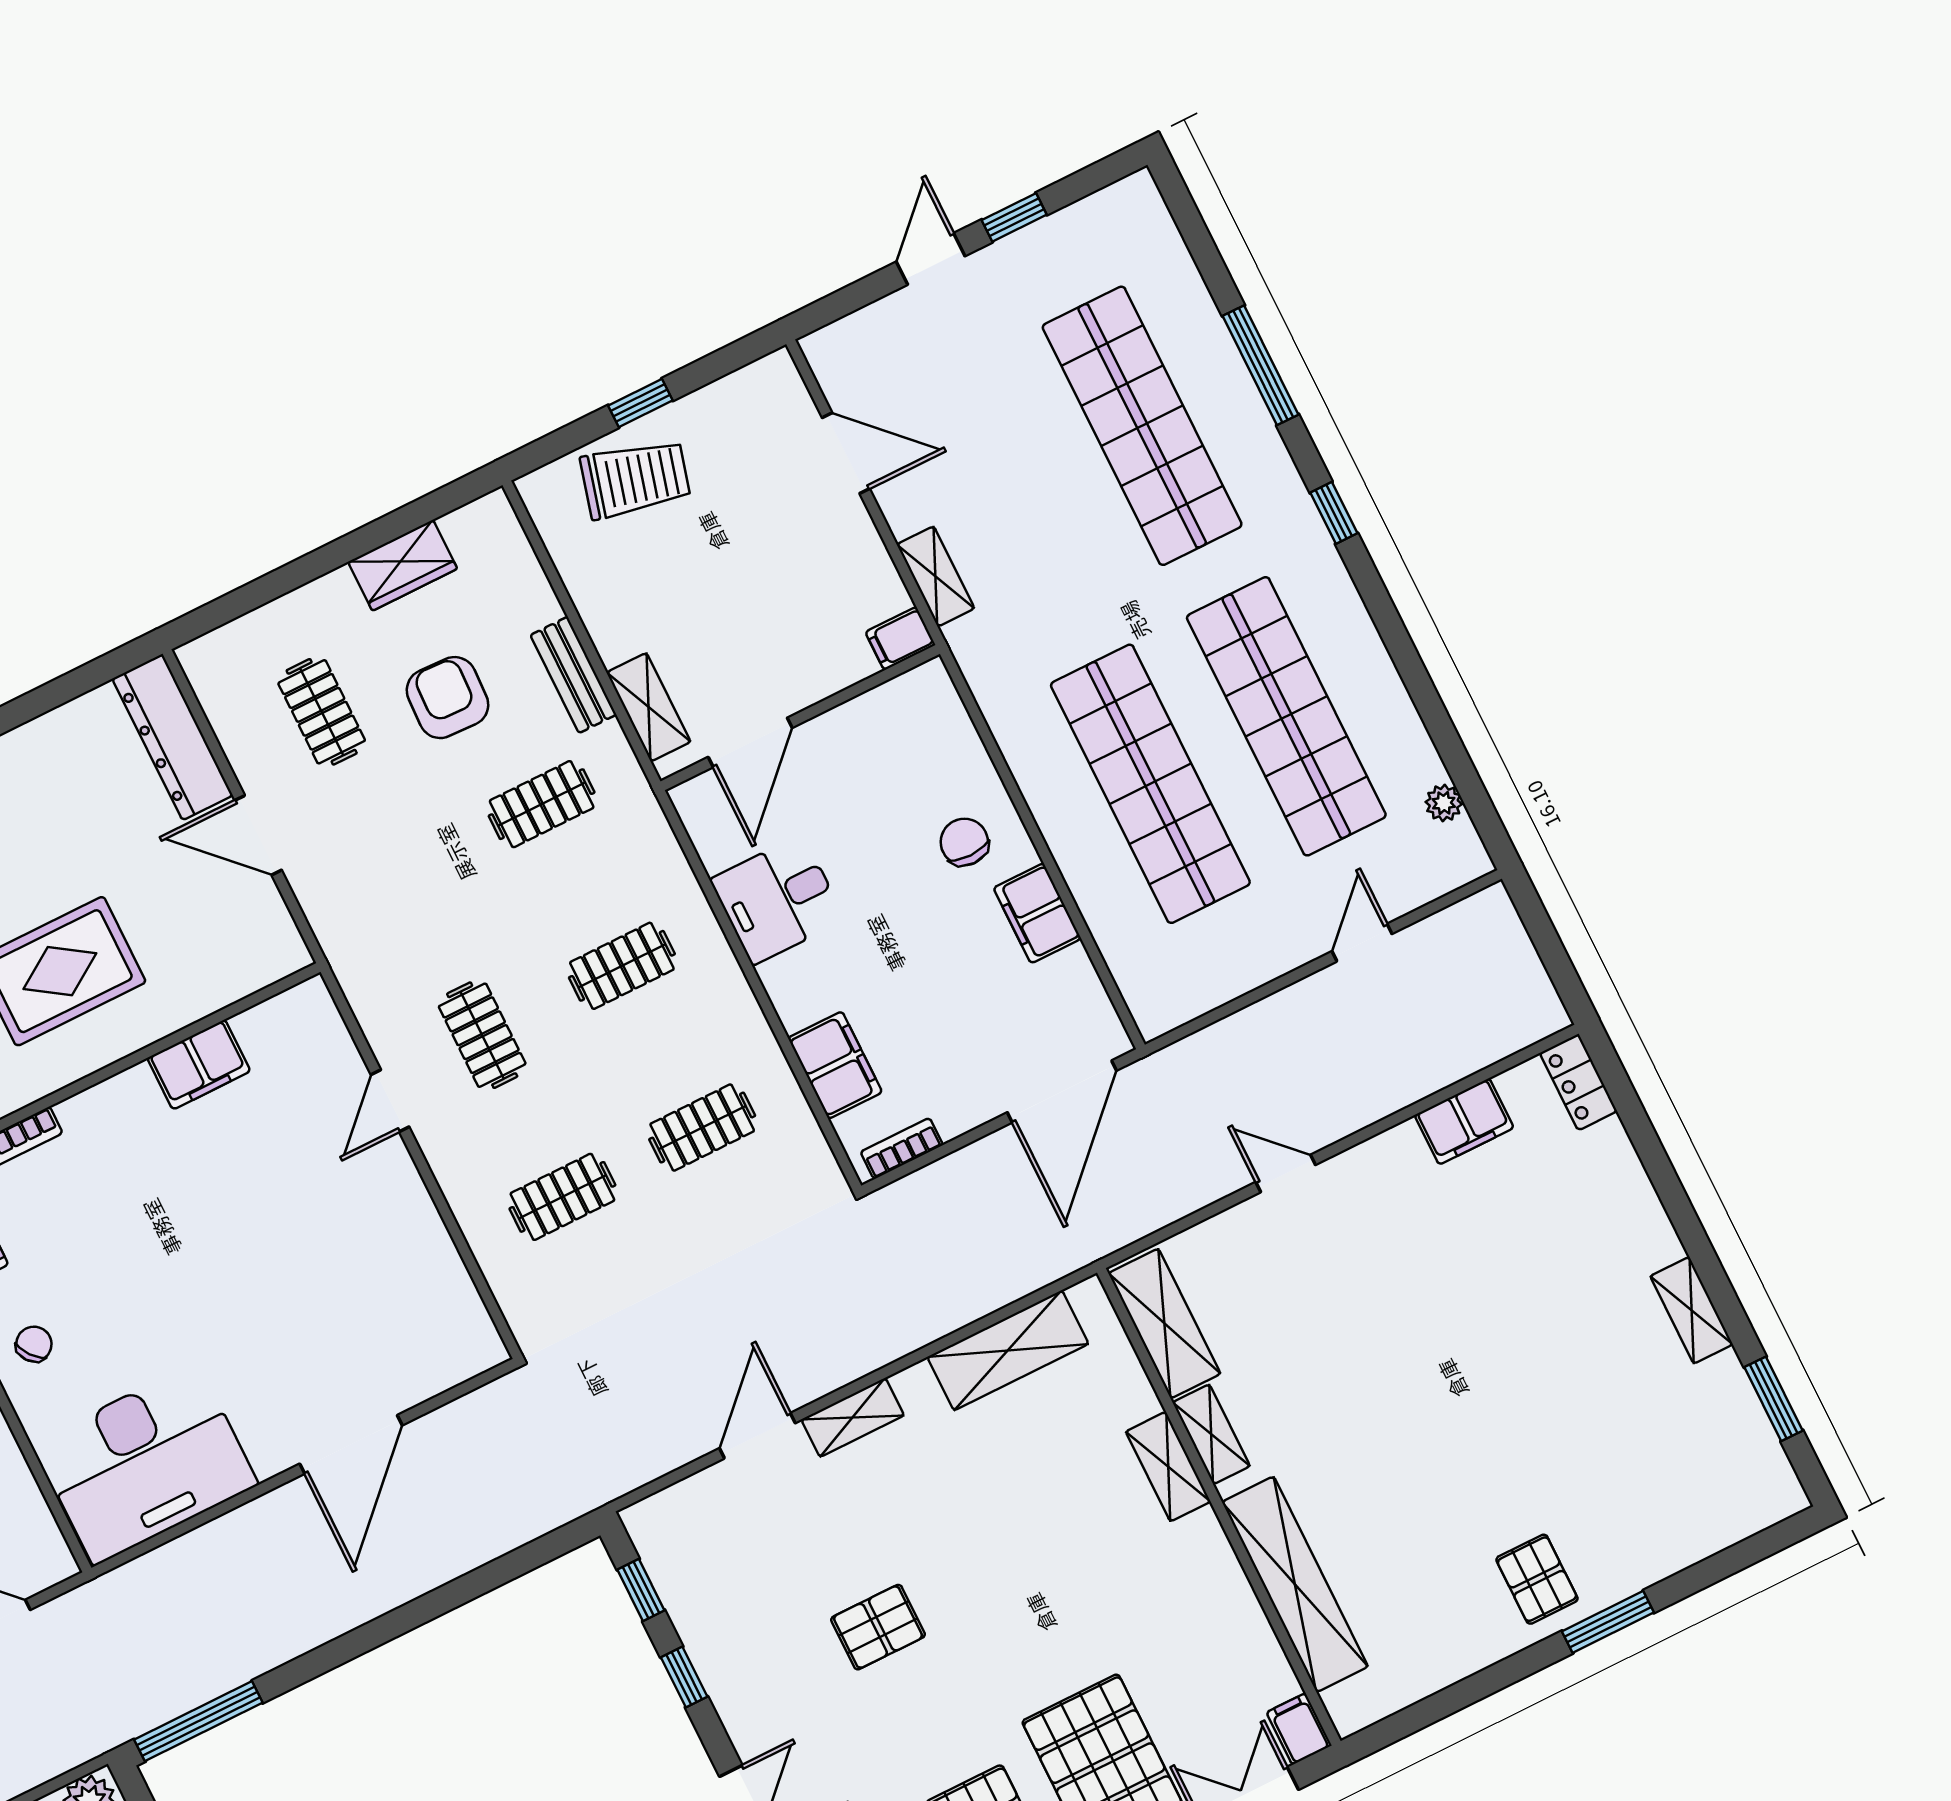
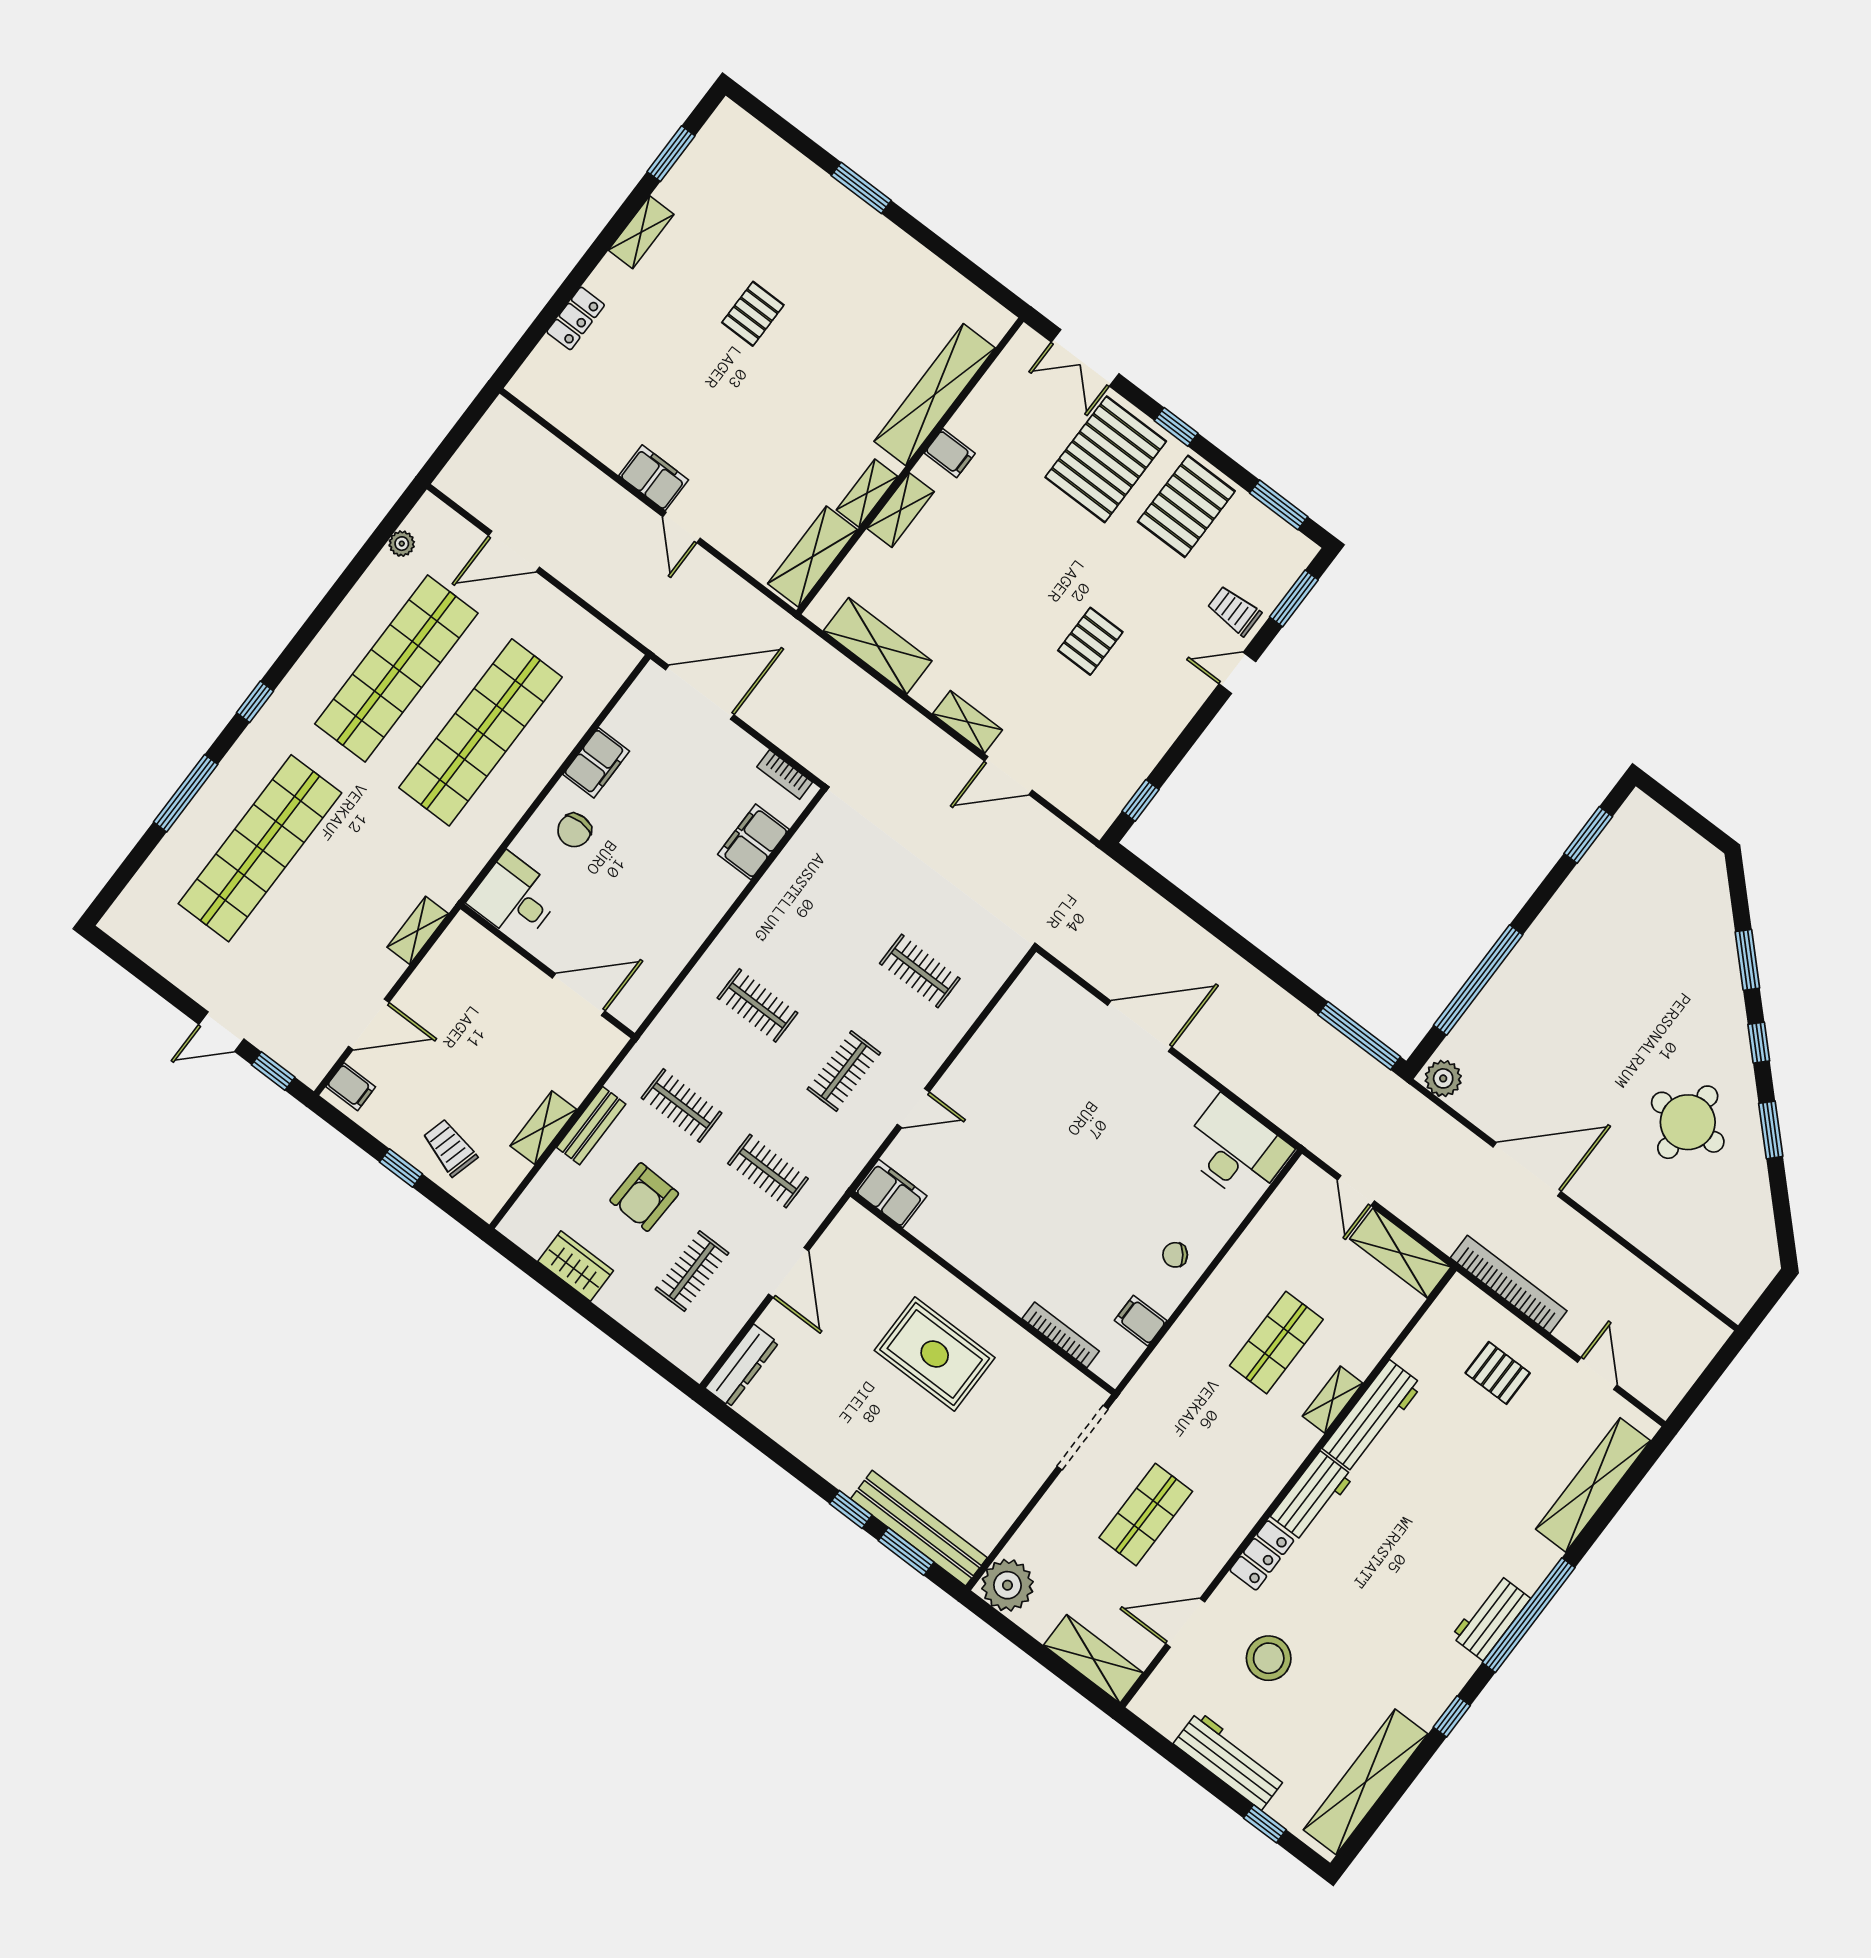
window: (1014, 217) -> (273, 1071), moved
door: (846, 453) -> (369, 1024), swing flipped
trolley: (635, 479) -> (450, 1148), width x0.73, depth x0.72
filing cabinet: (900, 638) -> (351, 1087), moved
shelving: (649, 707) -> (543, 1128), moved
dresser: (173, 737) -> (742, 1366), width x0.73, depth x0.80
desk: (778, 900) -> (515, 898), moved, turned 180
door: (1362, 943) -> (514, 551), width x1.37
filing cabinet: (199, 1065) -> (891, 1194), moved
locker: (1578, 1082) -> (576, 318), moved
filing cabinet: (1464, 1121) -> (654, 478), moved
clothes rail: (702, 1128) -> (768, 1171), moved
desk: (145, 1464) -> (1236, 1150), width x0.73, depth x0.77
pallet: (1537, 1579) -> (753, 314), moved
pallet: (878, 1627) -> (1090, 641), turned 90
window: (684, 1677) -> (1181, 747), removed
filing cabinet: (1299, 1729) -> (950, 453), moved, turned -90

